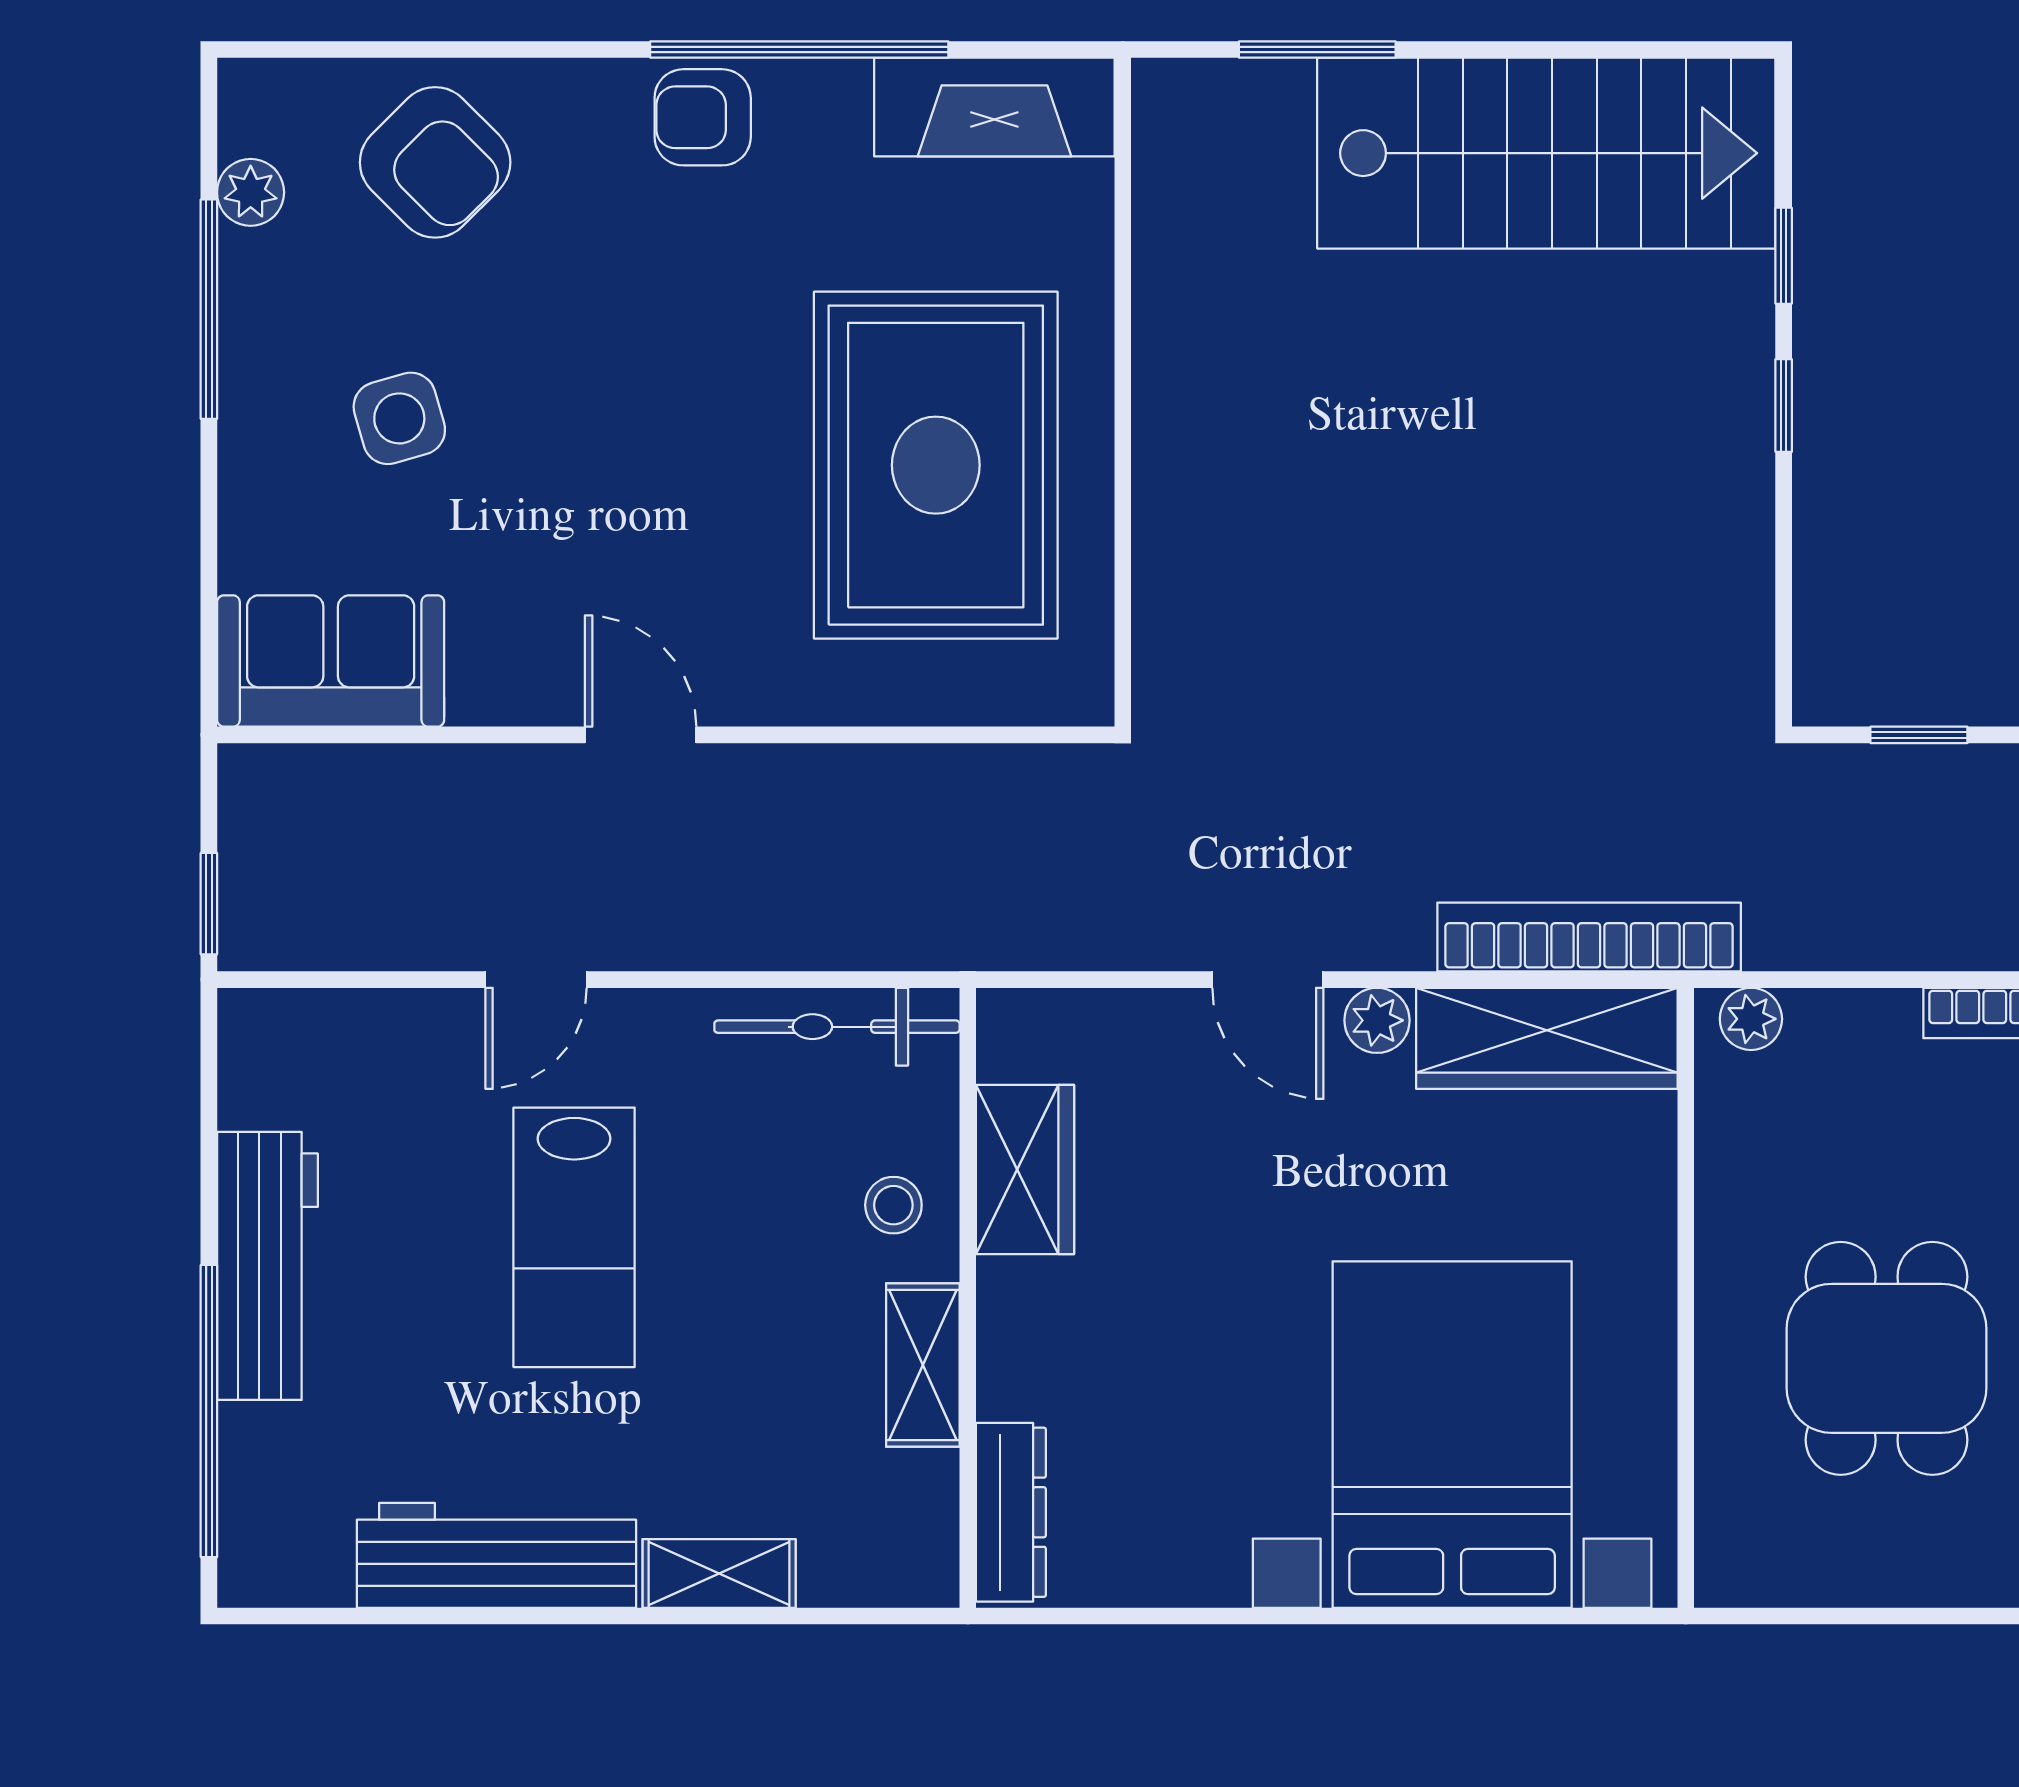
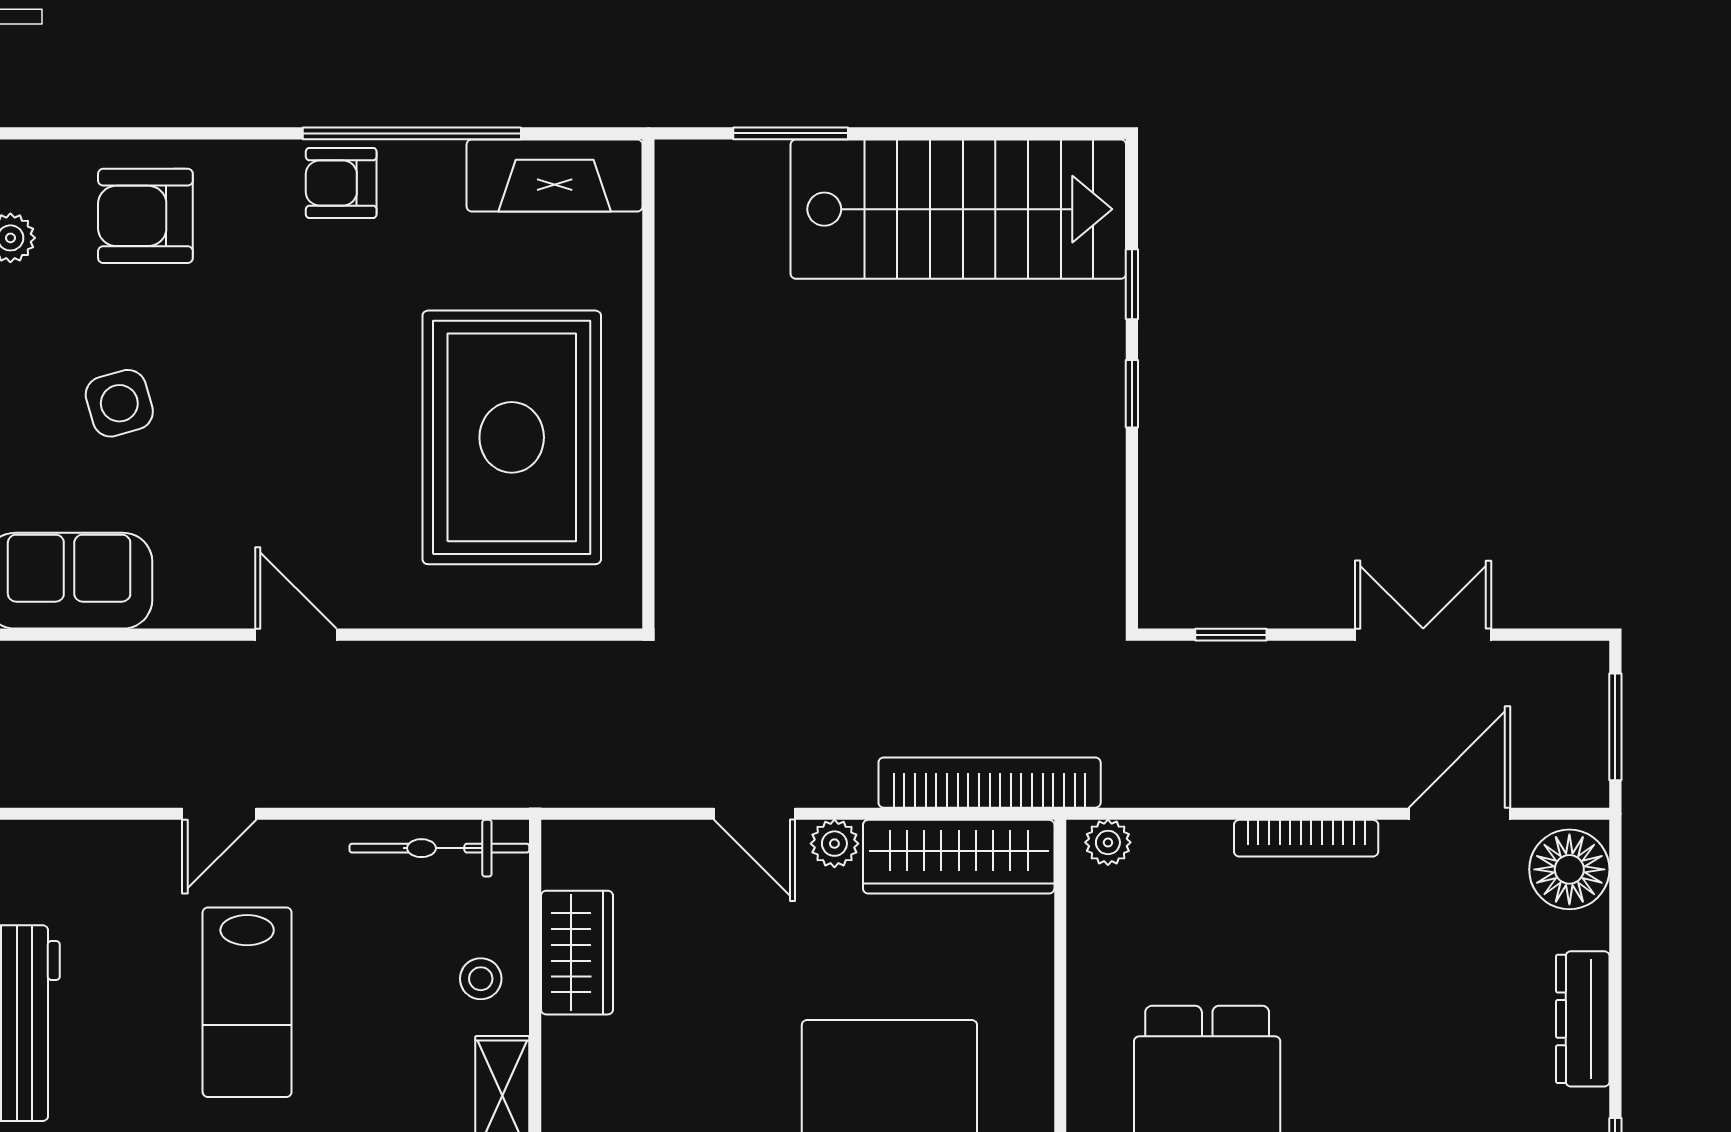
armchair: (435, 162) -> (145, 216), turned 135

